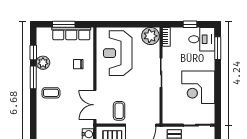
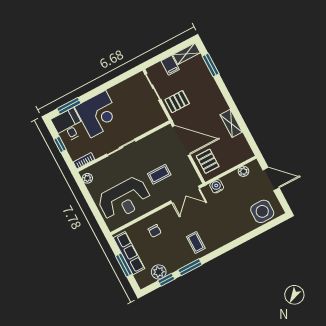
plant: (150, 36) -> (87, 178), width x0.53, depth x0.53
plant: (43, 63) -> (159, 272), moved
corner desk: (198, 87) -> (98, 114), moved
coffee table: (119, 111) -> (159, 174), moved

